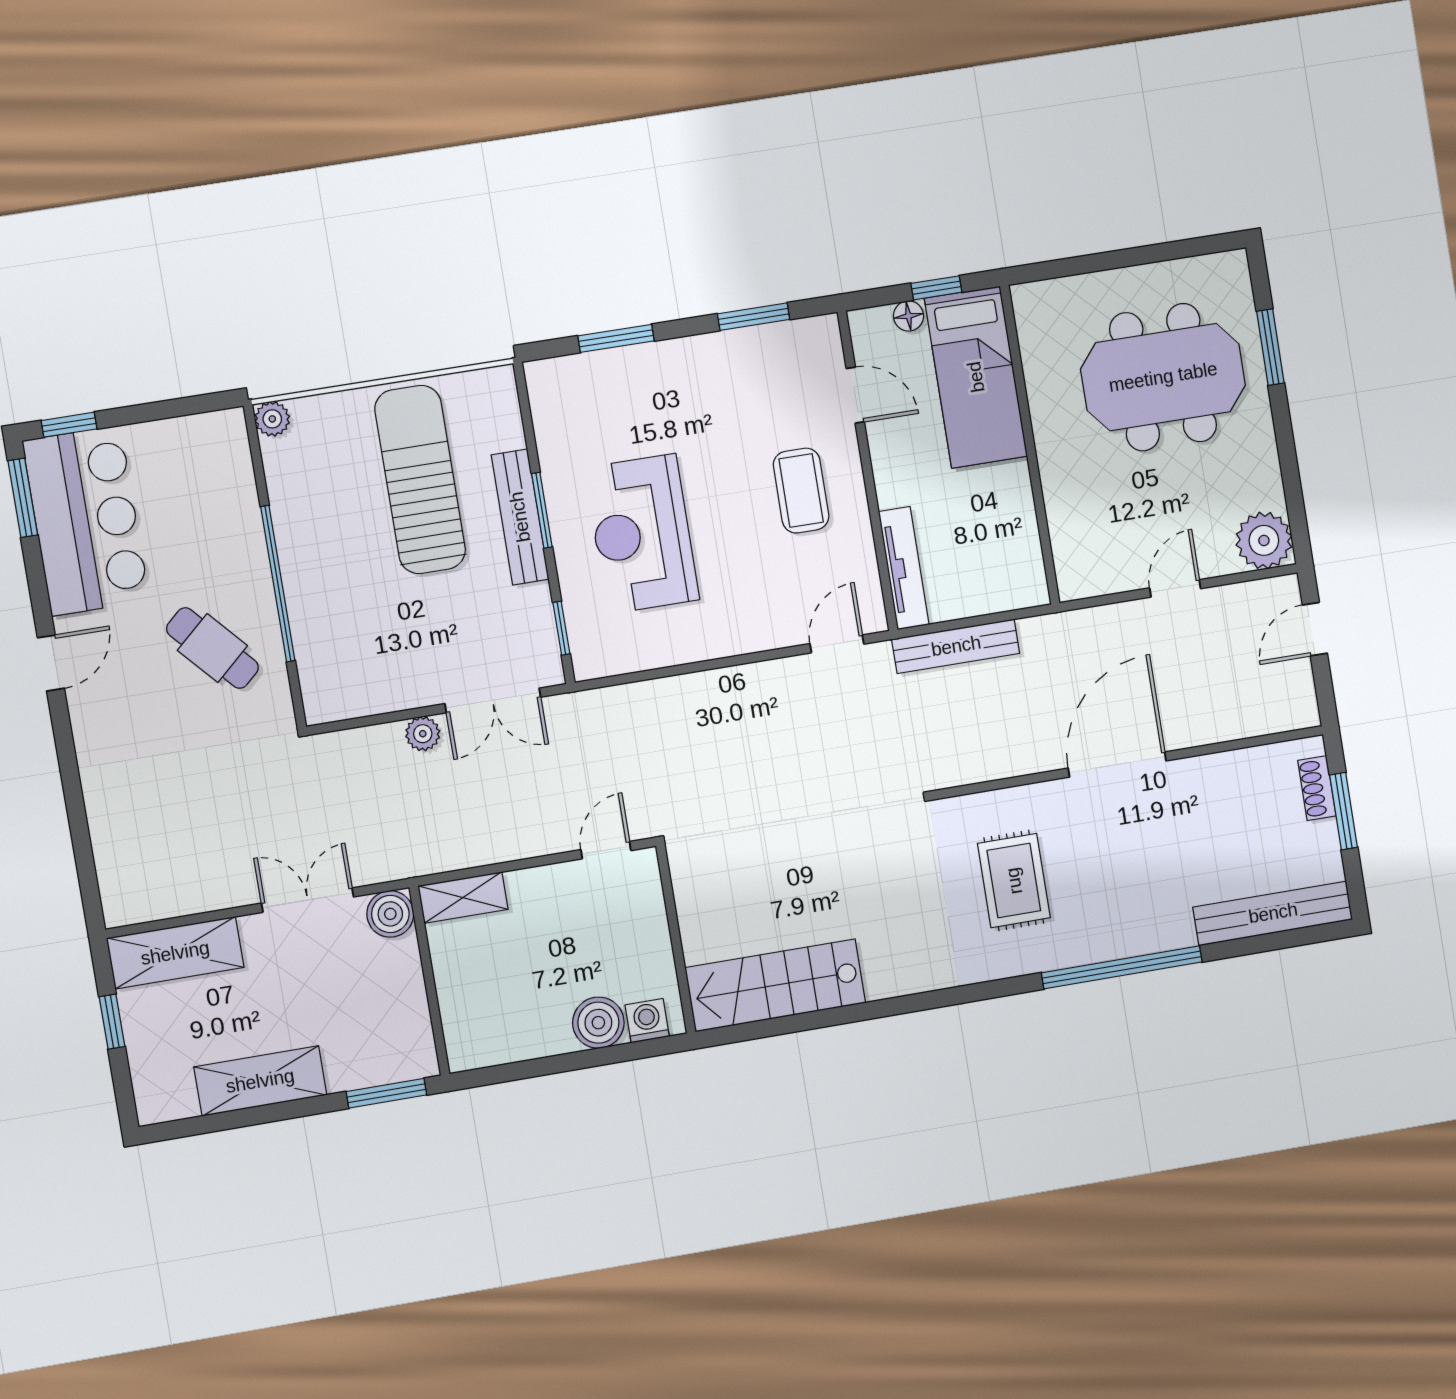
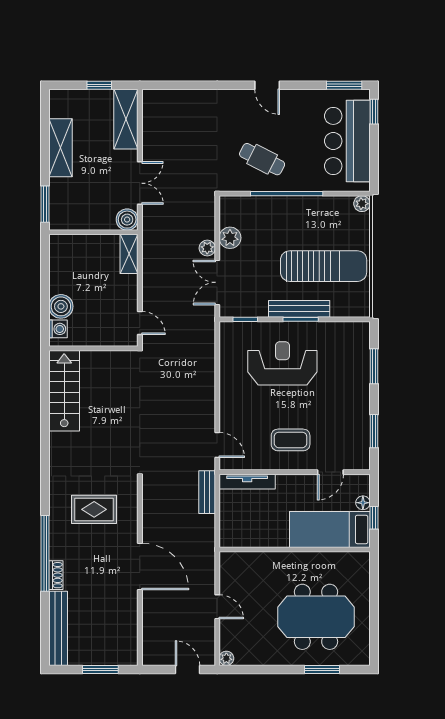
meeting table: (1163, 377) -> (316, 617), turned 90
bar counter: (86, 521) -> (347, 141), moved, turned 90
plant: (1264, 540) -> (226, 658), width x0.53, depth x0.53
bench: (956, 646) -> (207, 492), width x0.73
cafe table: (212, 648) -> (262, 159), turned 69
plant: (393, 689) -> (230, 238), added
shoe rack: (1317, 788) -> (56, 575), moved, turned 90

